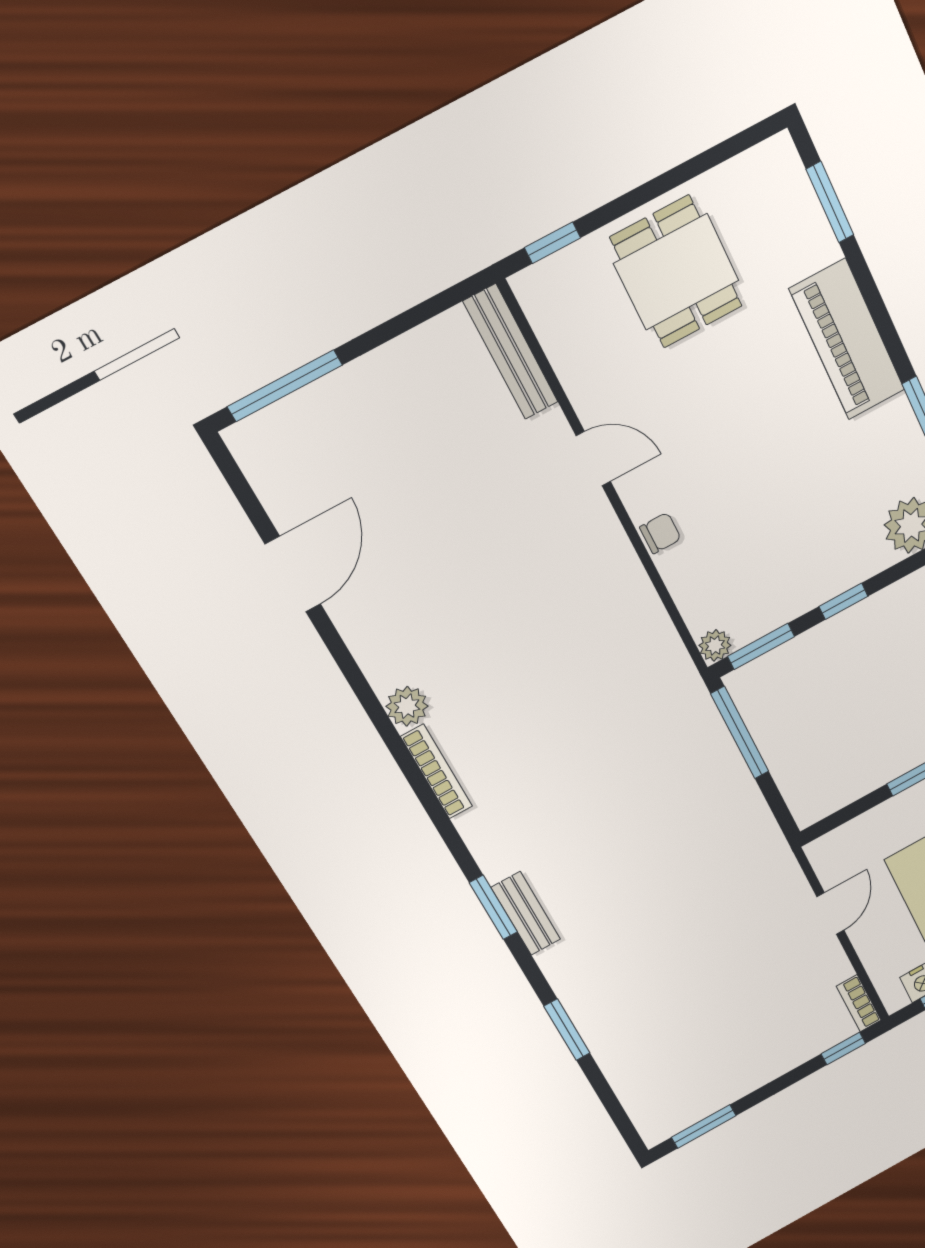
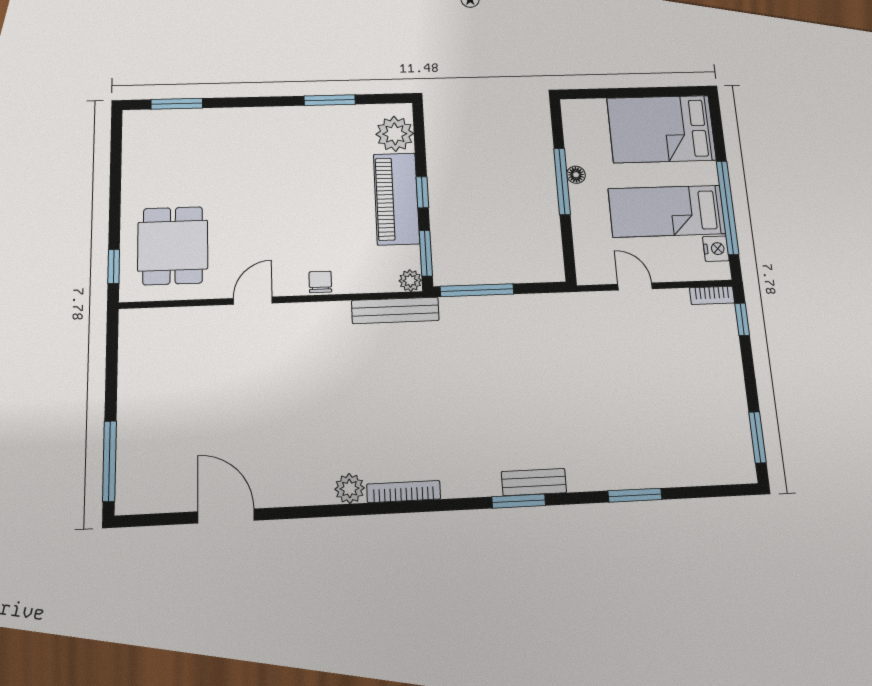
dining table: (676, 272) -> (173, 246), moved, turned 90
piano: (847, 340) -> (396, 199), moved, turned 90
bench: (511, 352) -> (395, 310), moved

